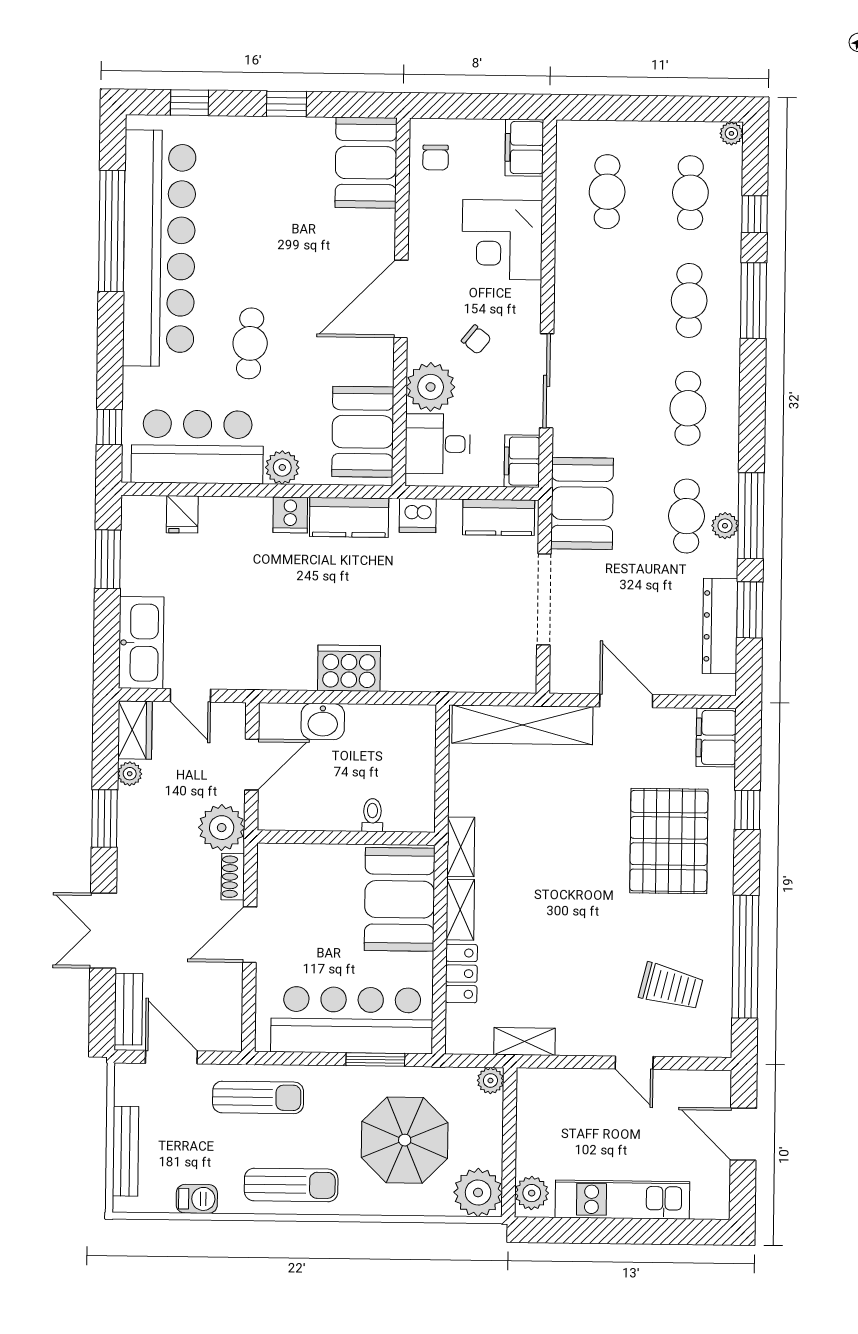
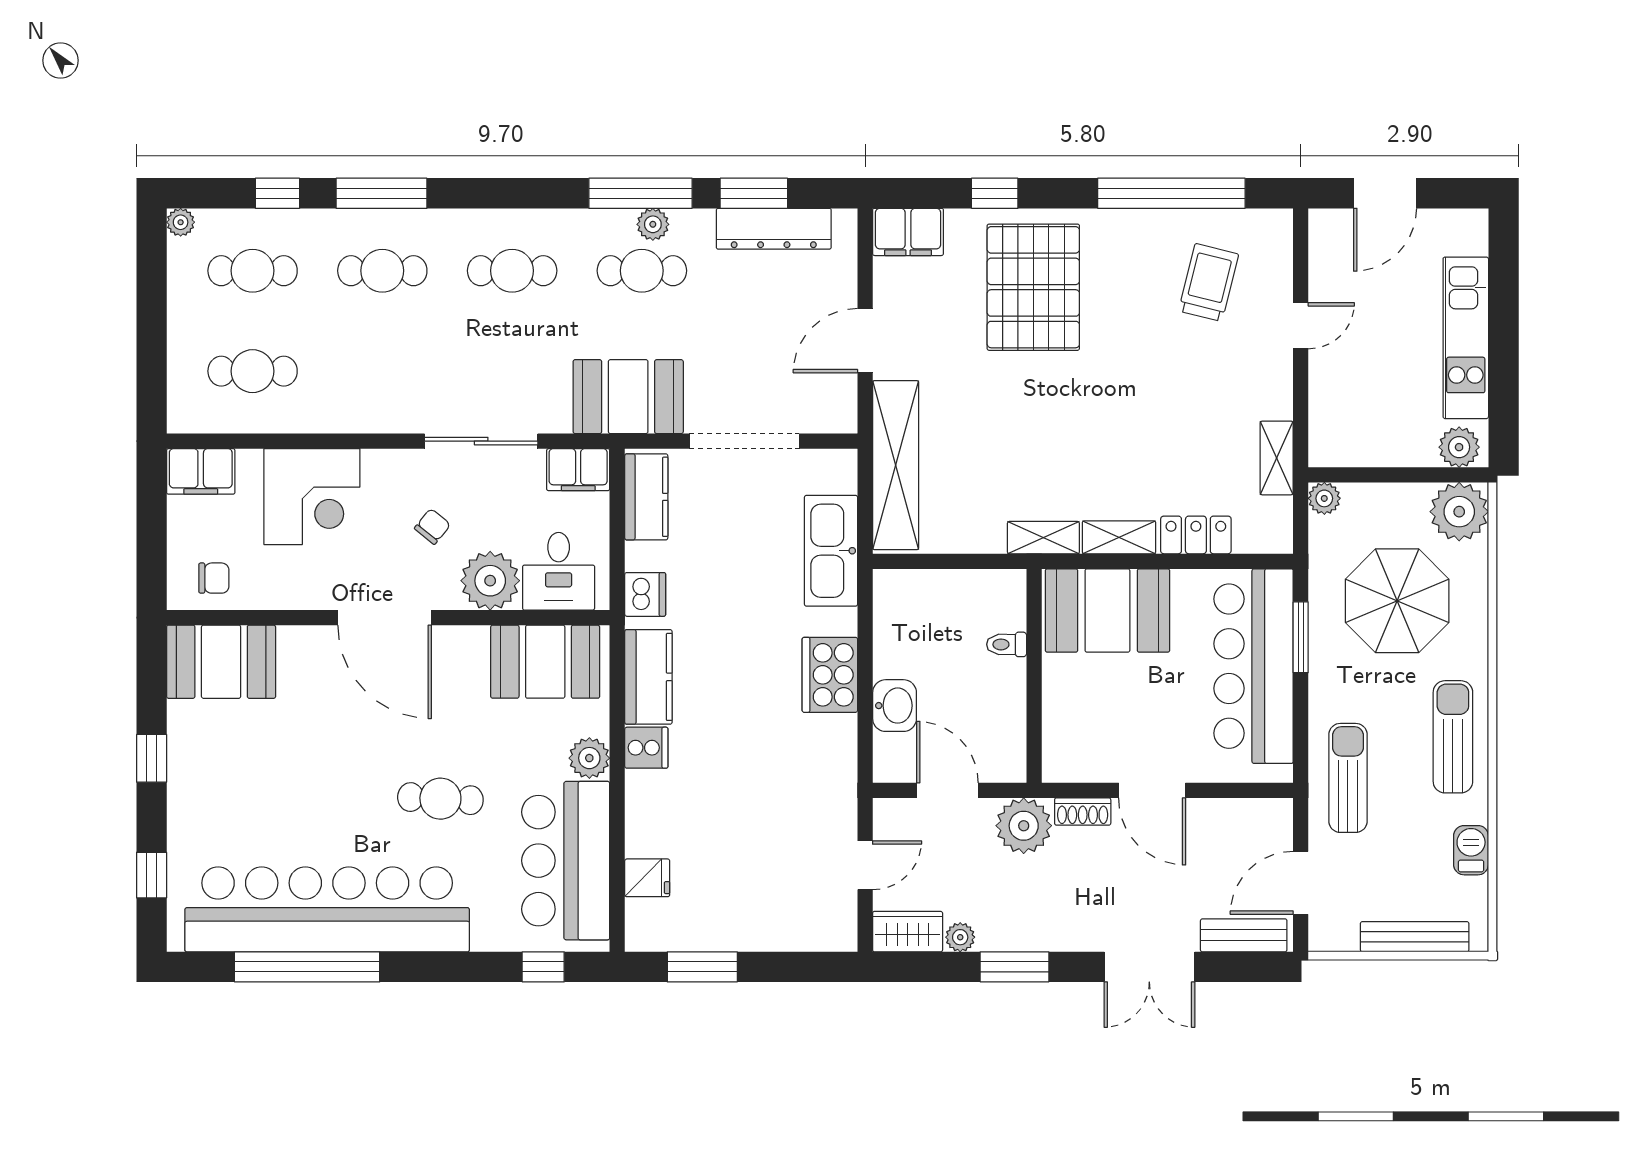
kitchen sink: (141, 643) -> (831, 551), moved, turned -90
pallet: (669, 841) -> (1033, 287), turned 90

